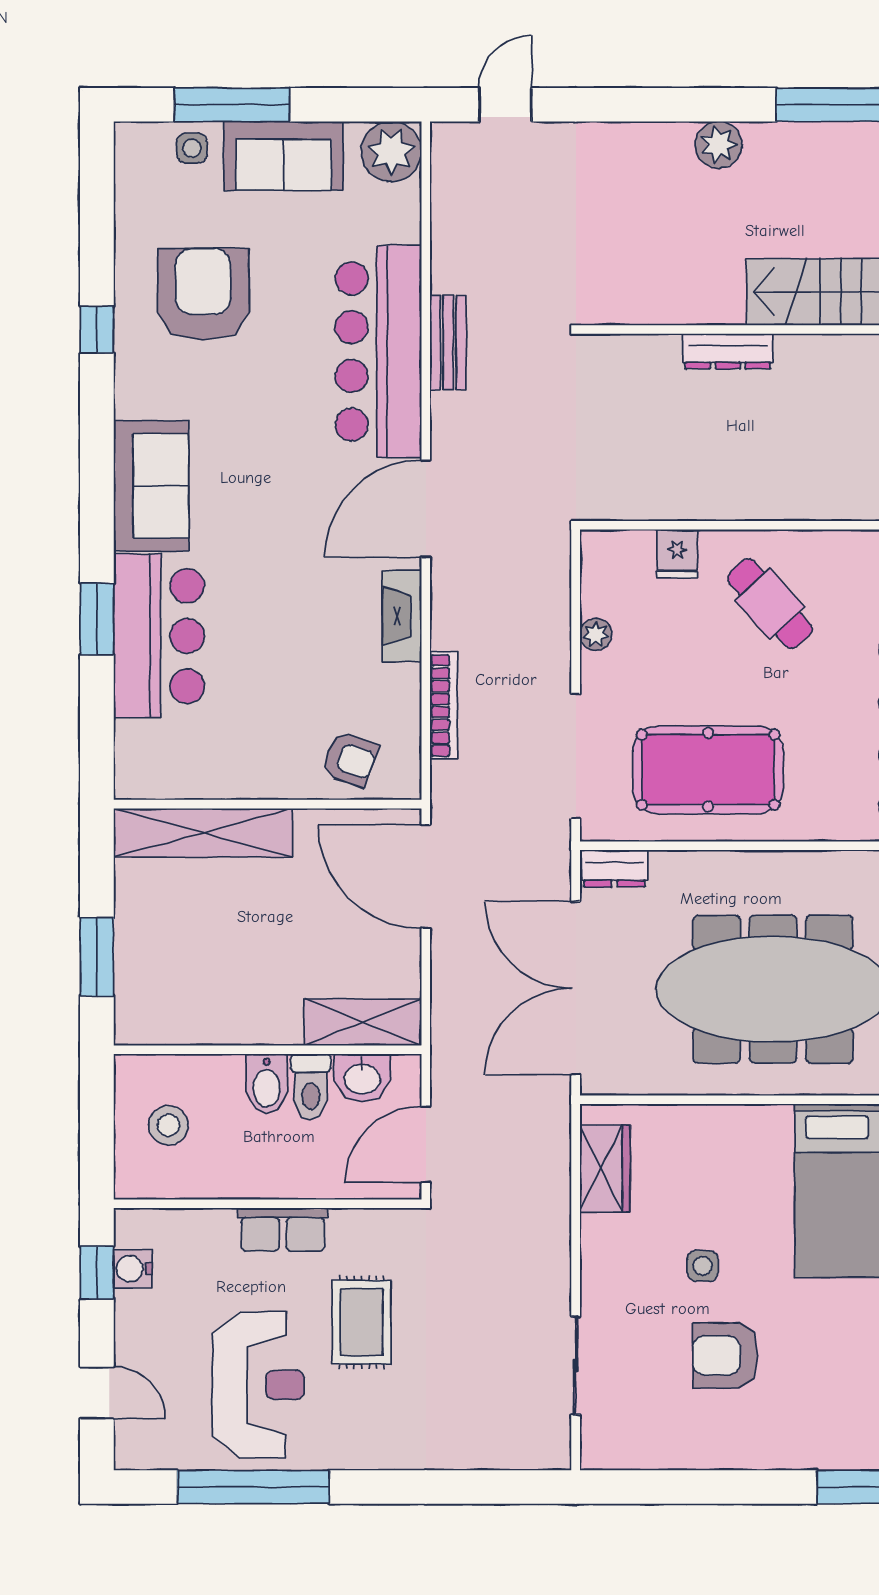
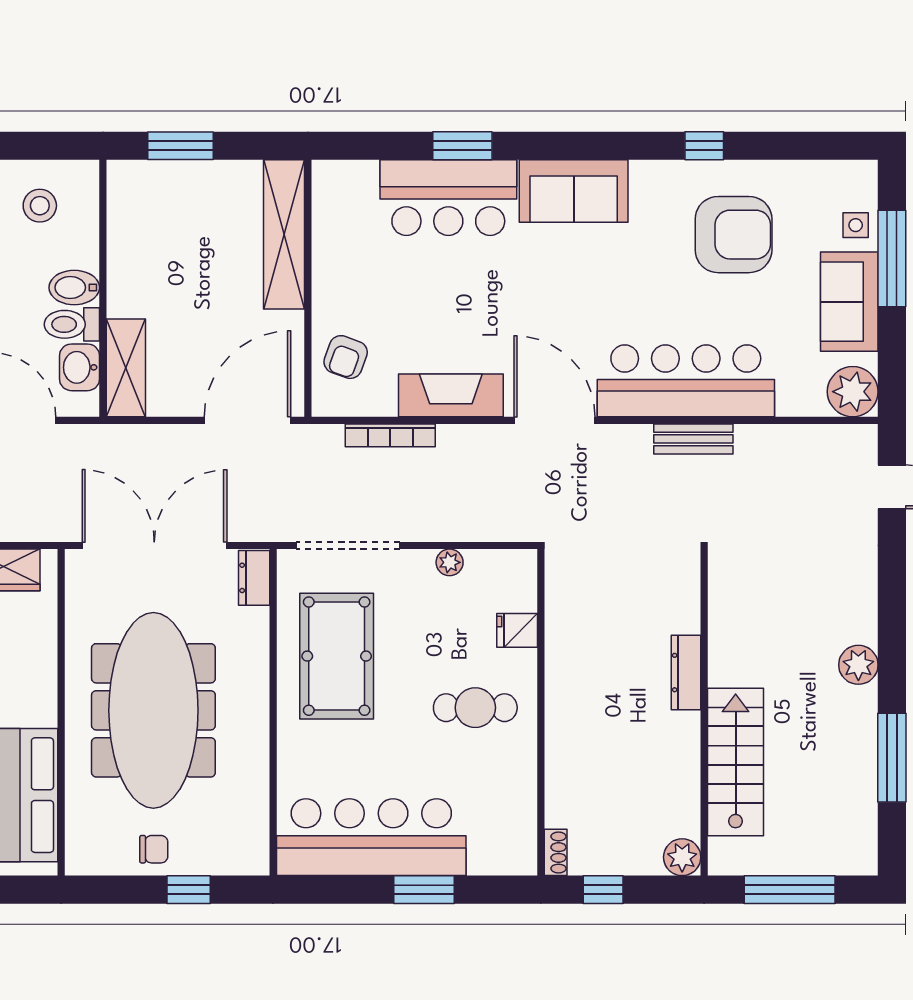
cafe table: (770, 604) -> (475, 708), turned 42
fireplace: (402, 616) -> (451, 395), width x1.37, depth x1.32

